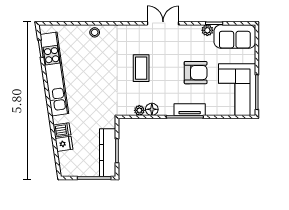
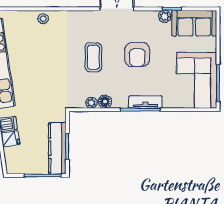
armchair: (196, 73) -> (137, 54), moved, turned 90

